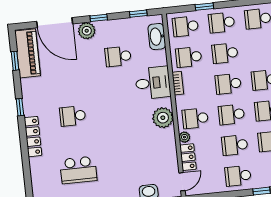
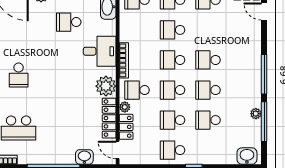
school desk: (189, 57) -> (137, 30), removed
bookcase: (178, 83) -> (124, 60), width x1.56
school desk: (73, 116) -> (19, 75), turned -90
locker: (170, 150) -> (109, 118), added
door: (182, 182) -> (118, 150), swing flipped

